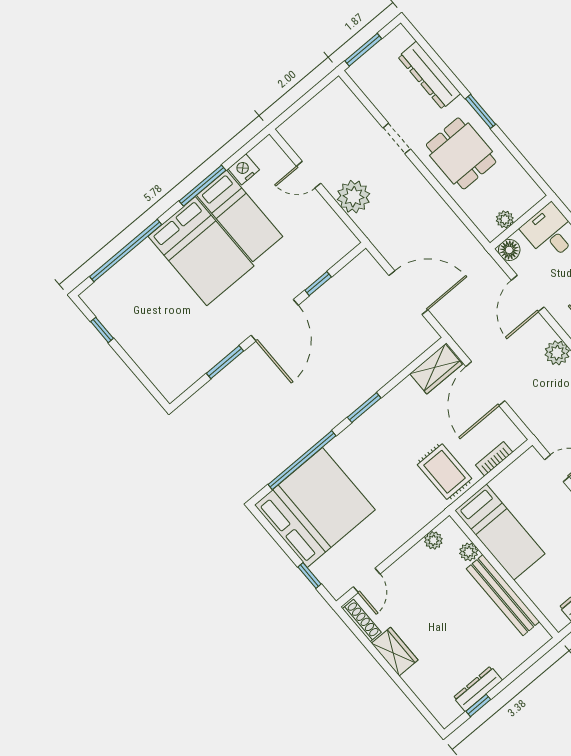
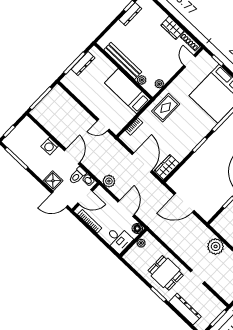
rug: (444, 472) -> (166, 108), moved, turned 90

